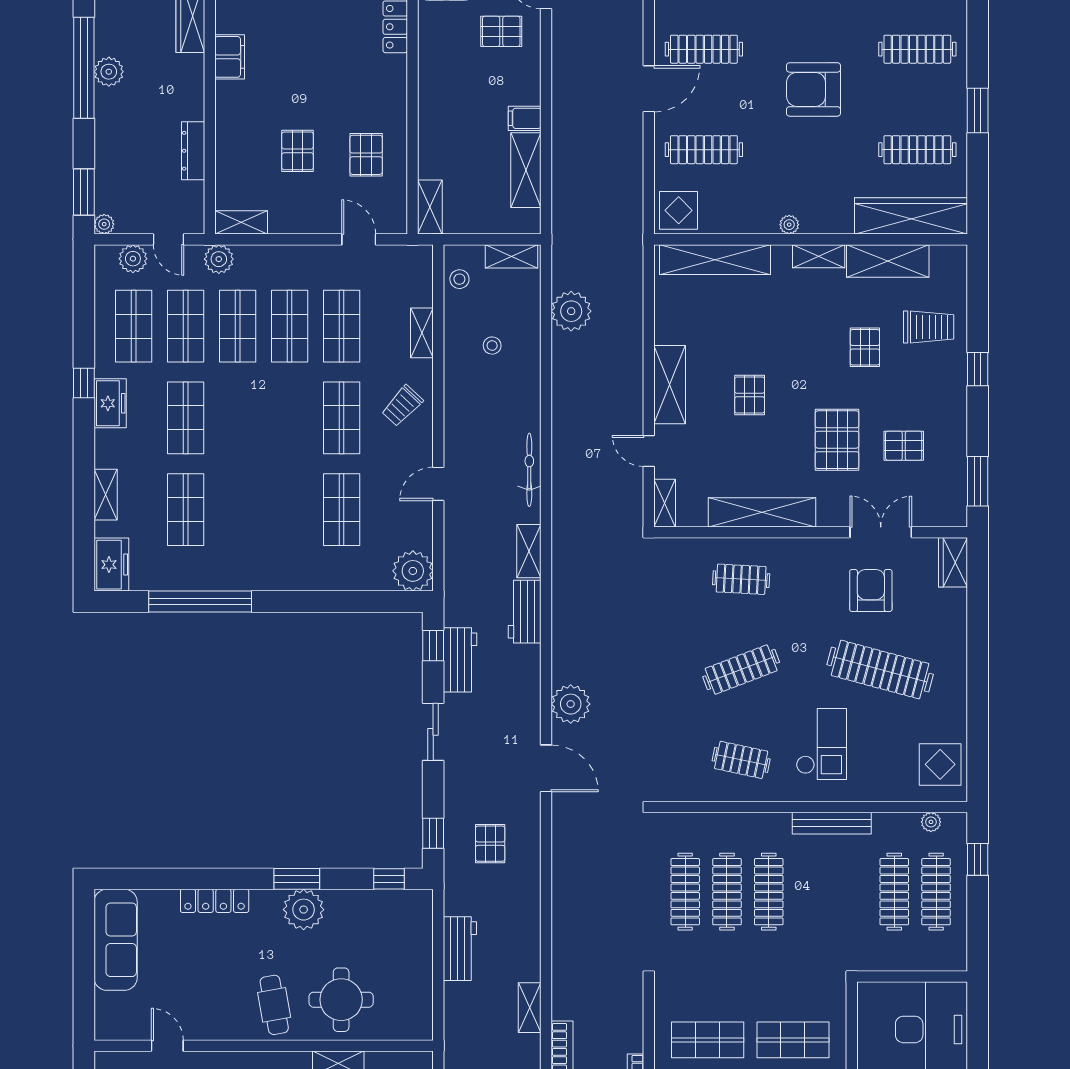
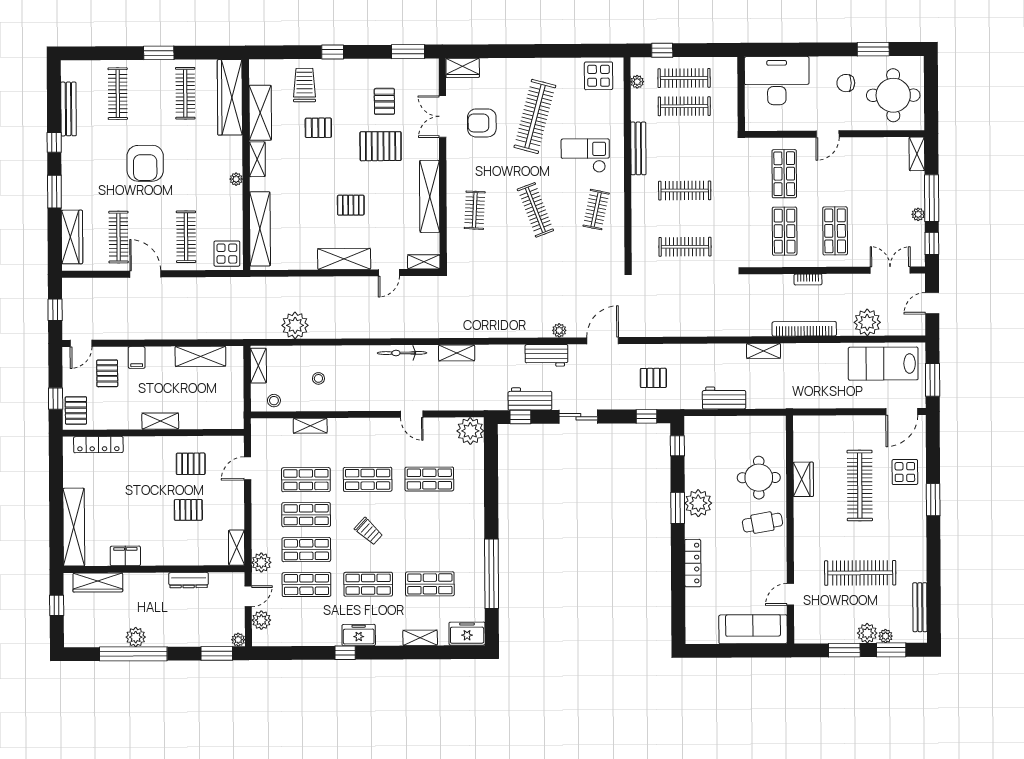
filing cabinet: (525, 118) -> (137, 358), moved
shelving: (430, 207) -> (160, 421), moved
shop shelf: (134, 326) -> (307, 619), removed
trolley: (402, 406) -> (369, 531), moved
workbench: (525, 612) -> (546, 355), moved
plant: (571, 704) -> (559, 330), width x0.53, depth x0.53
clothes rail: (727, 892) -> (685, 219), removed
sofa: (116, 940) -> (753, 629), moved

